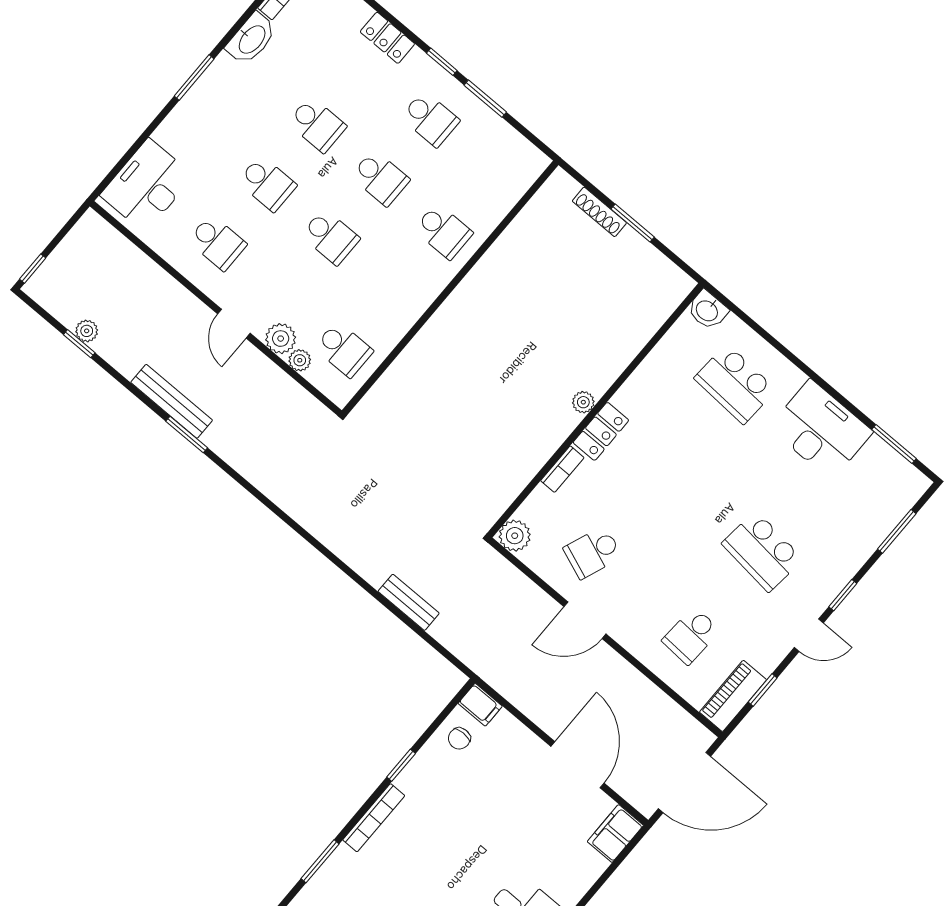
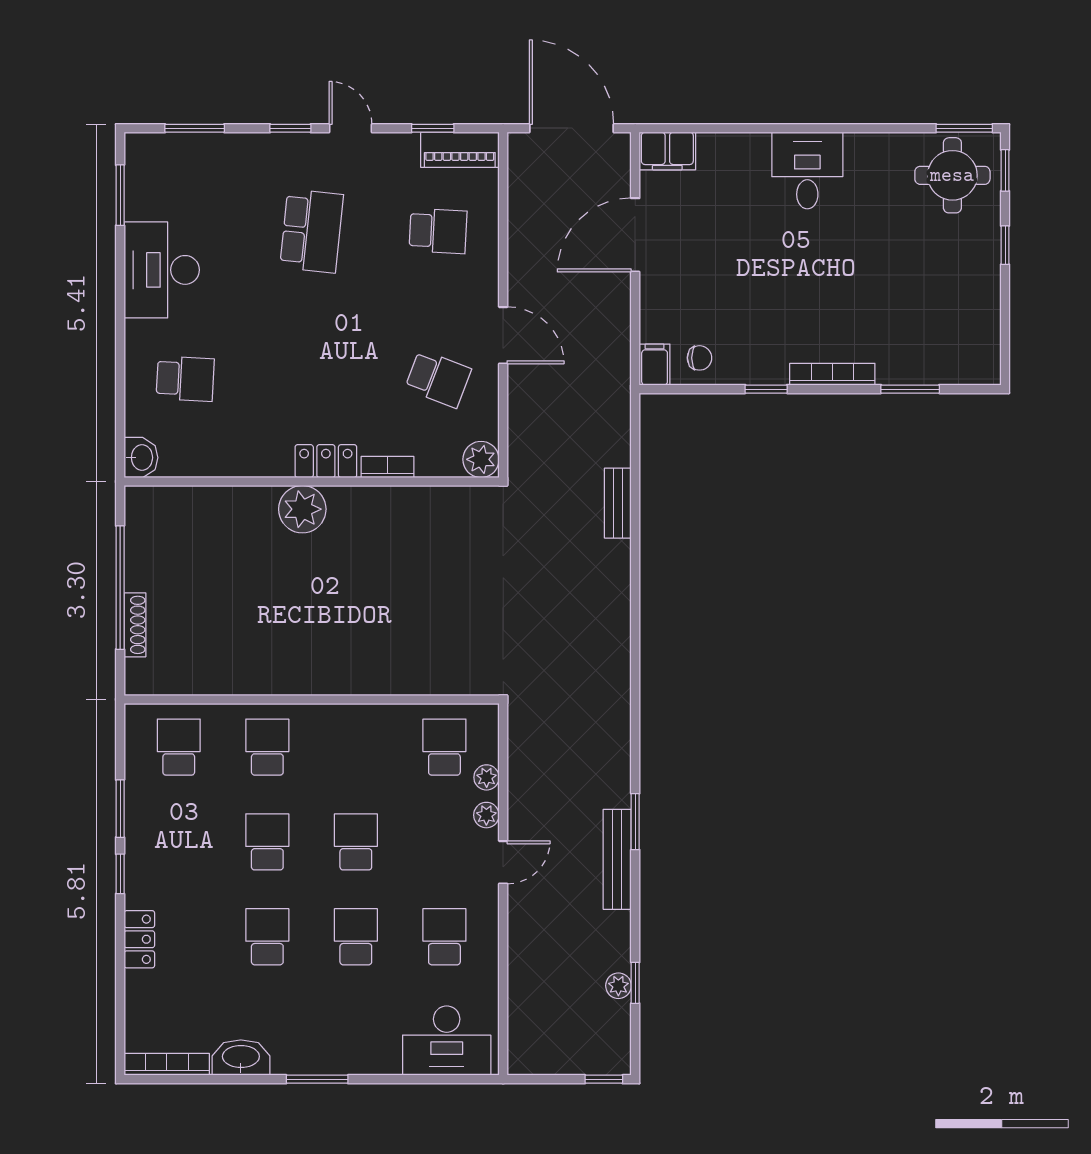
school desk: (430, 119) -> (179, 747), moved
window: (633, 223) -> (120, 588), width x2.11
plant: (281, 339) -> (486, 815), width x0.73, depth x0.73
school desk: (735, 384) -> (185, 379), width x0.54
plant: (583, 402) -> (302, 509), width x1.87, depth x1.87

